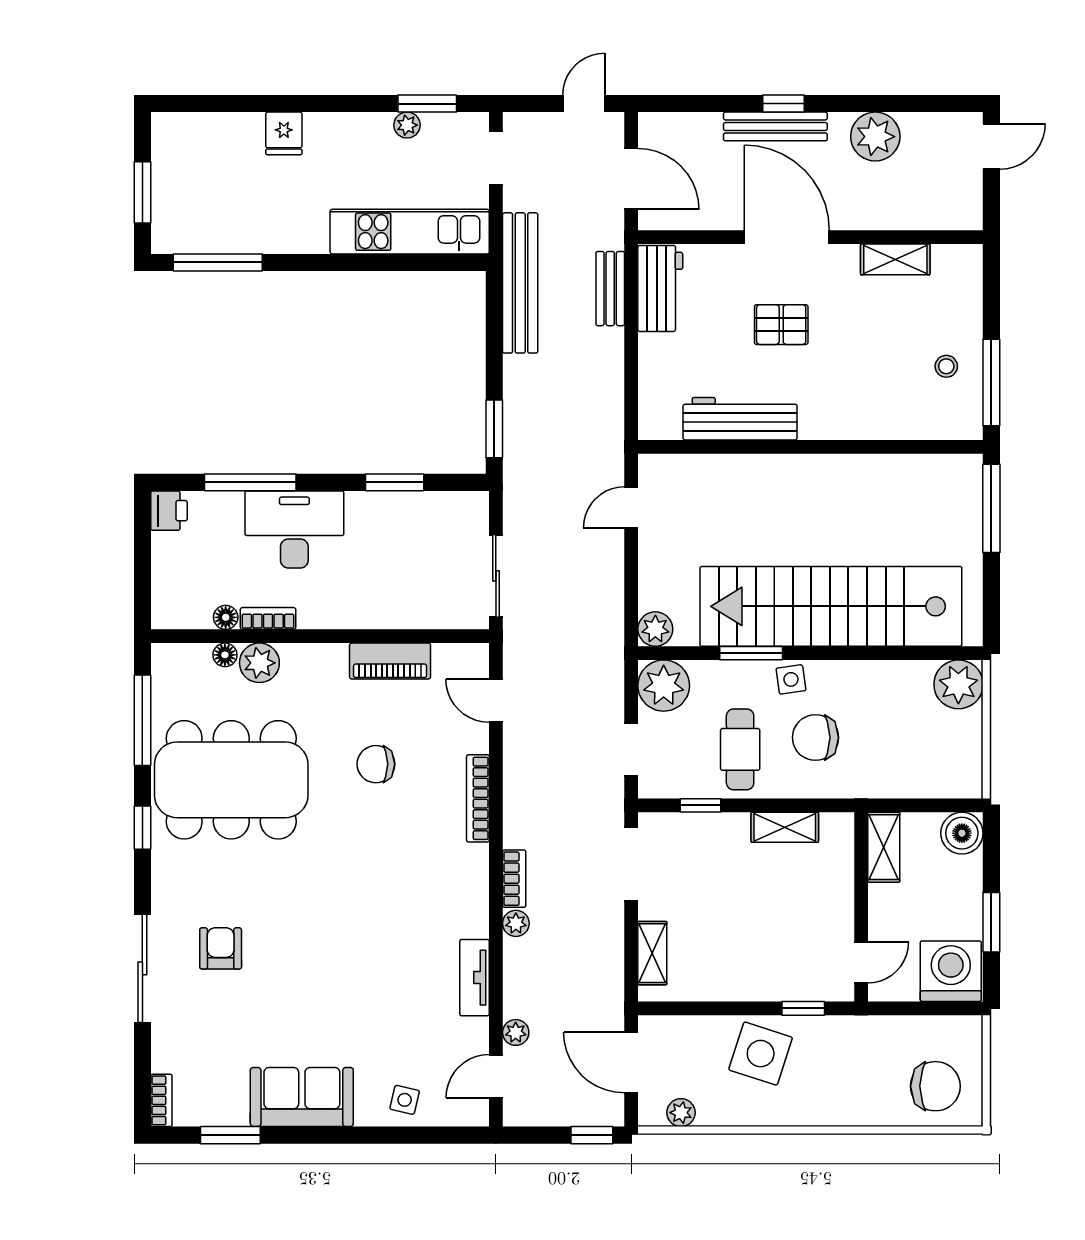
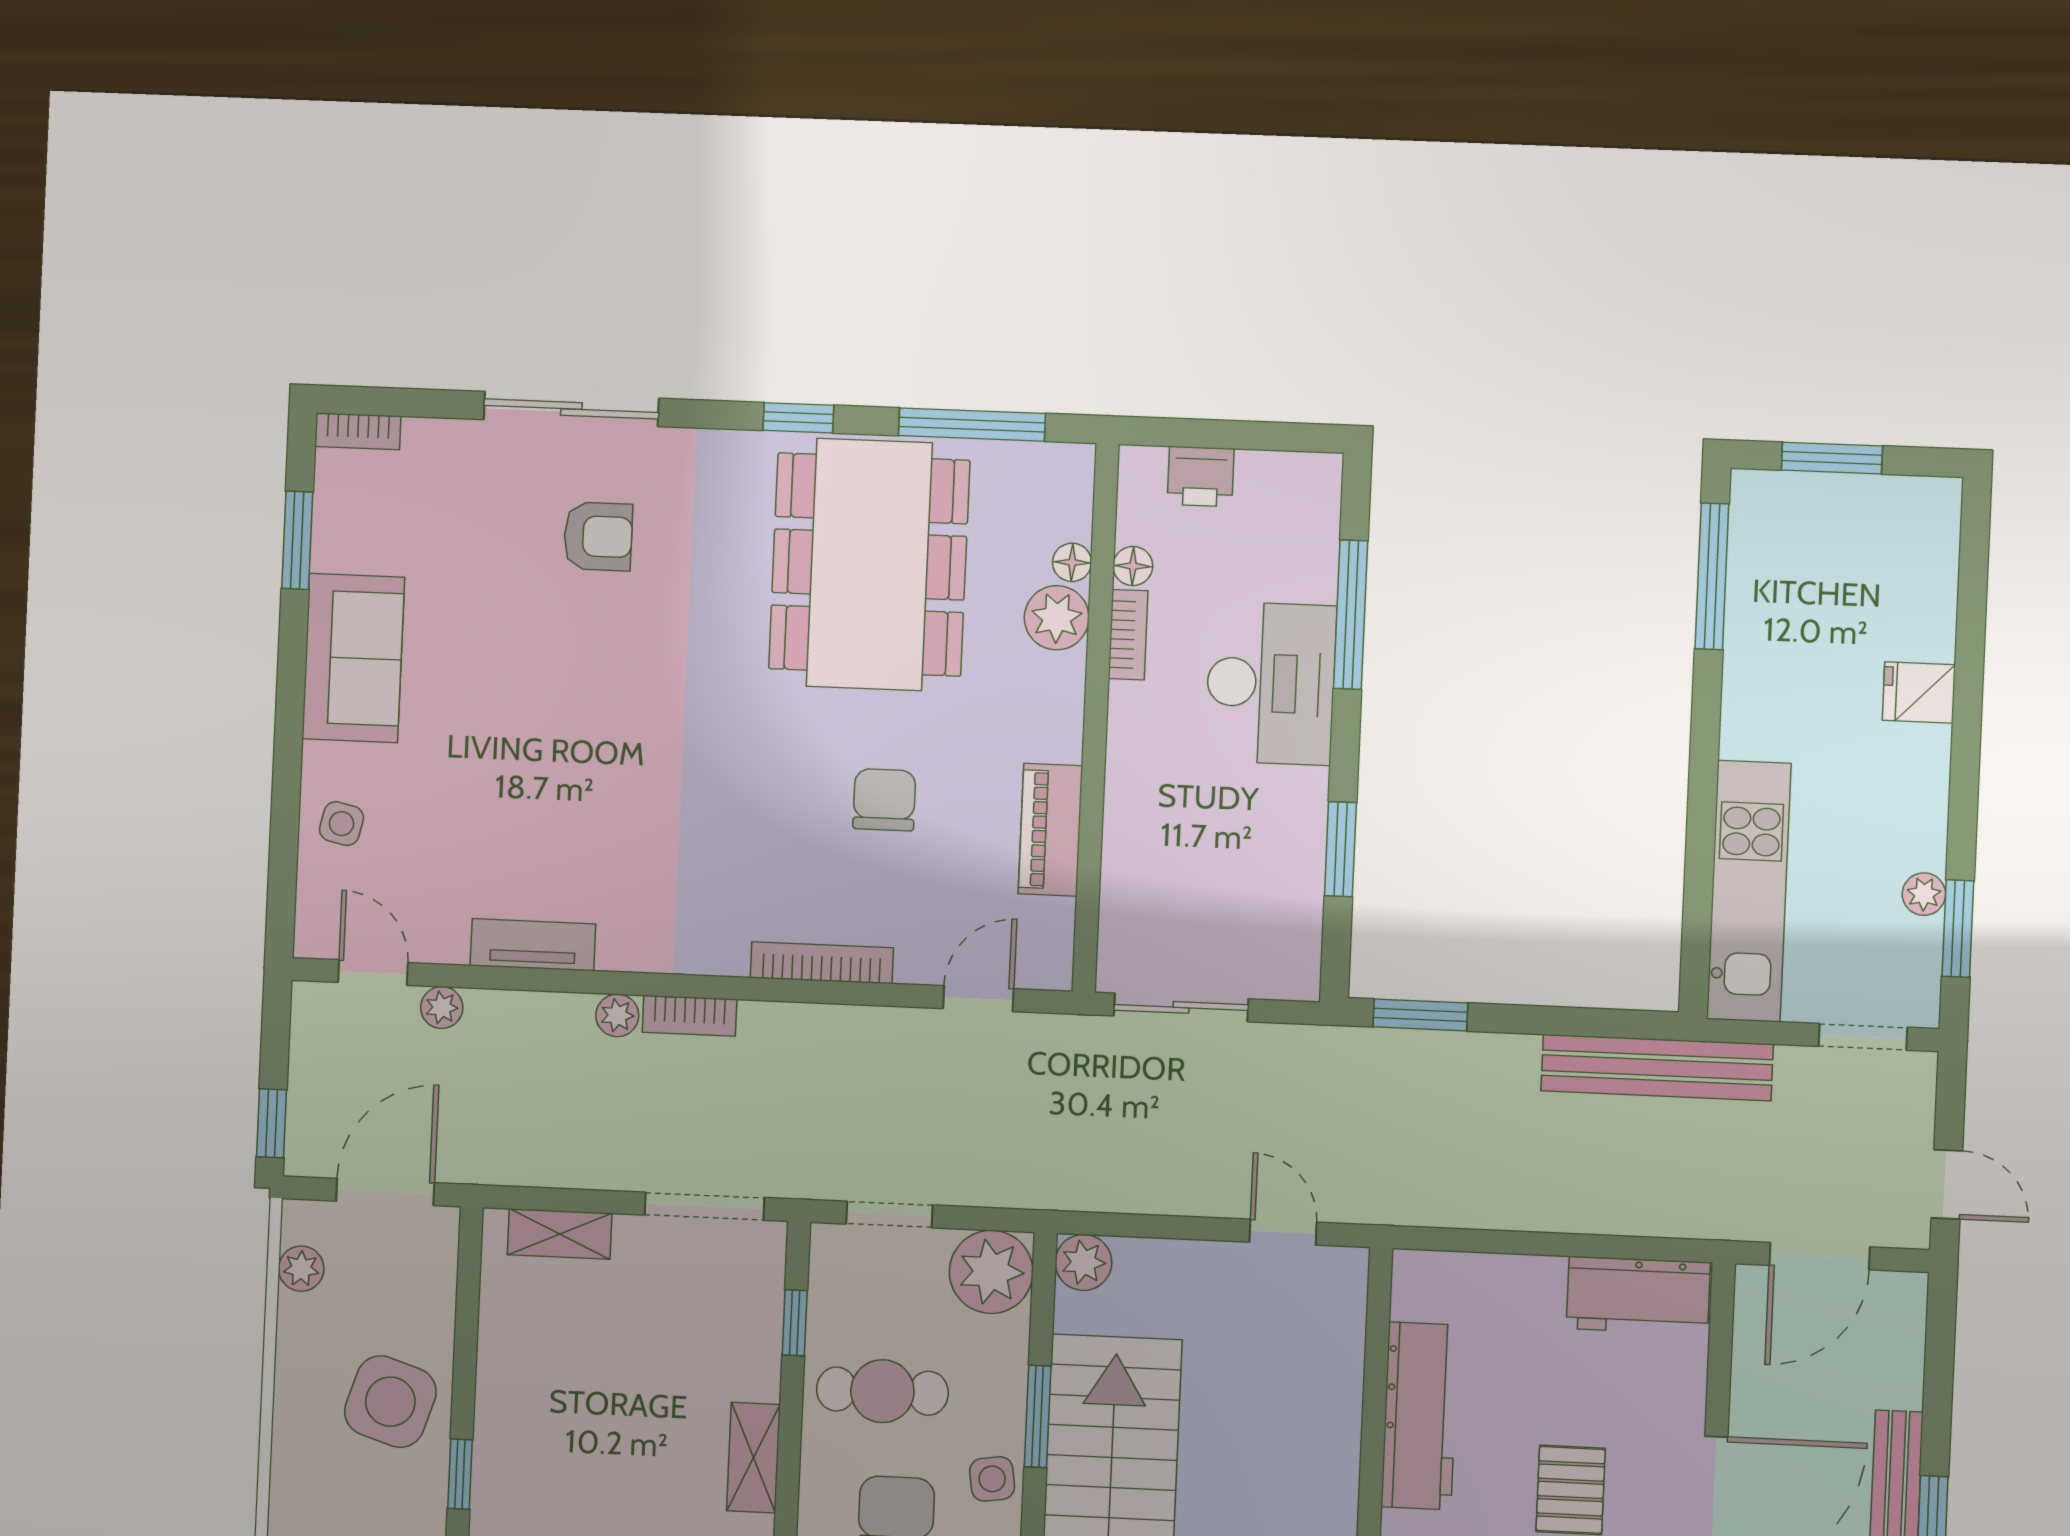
bench: (610, 289) -> (1642, 1214), removed
printer: (169, 511) -> (1201, 477), moved

